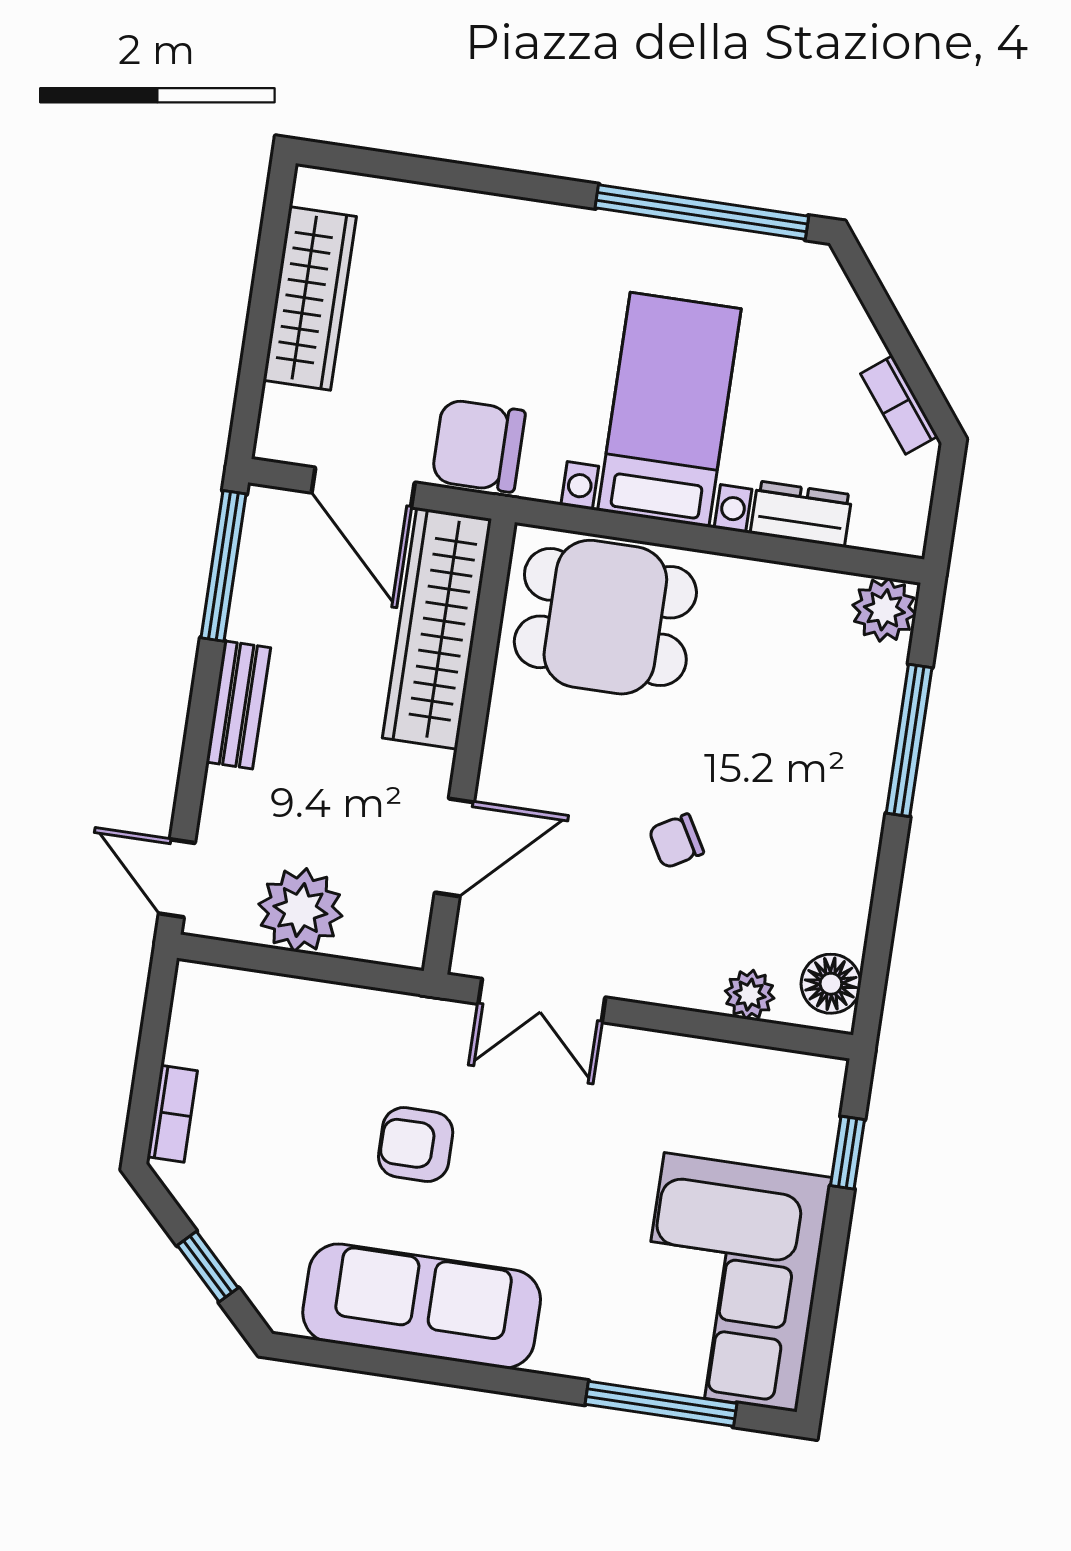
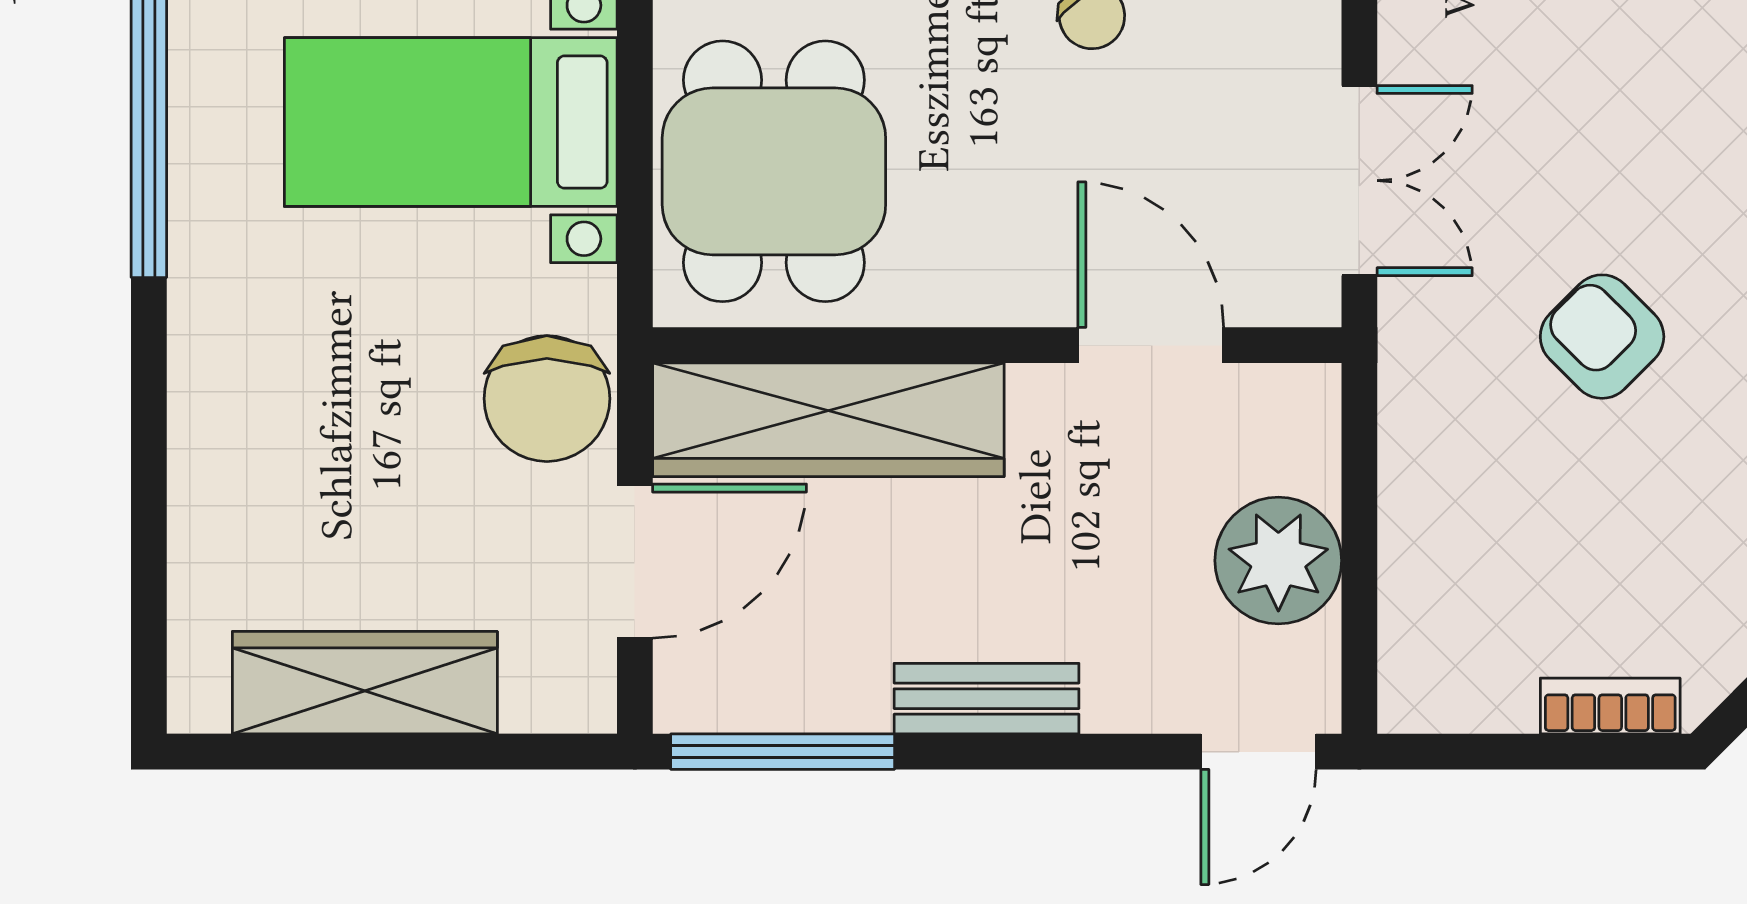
armchair: (416, 1144) -> (1602, 337), turned 135

